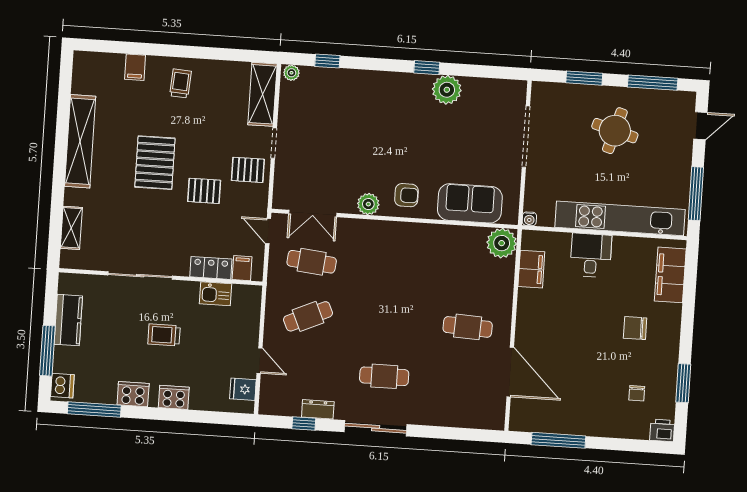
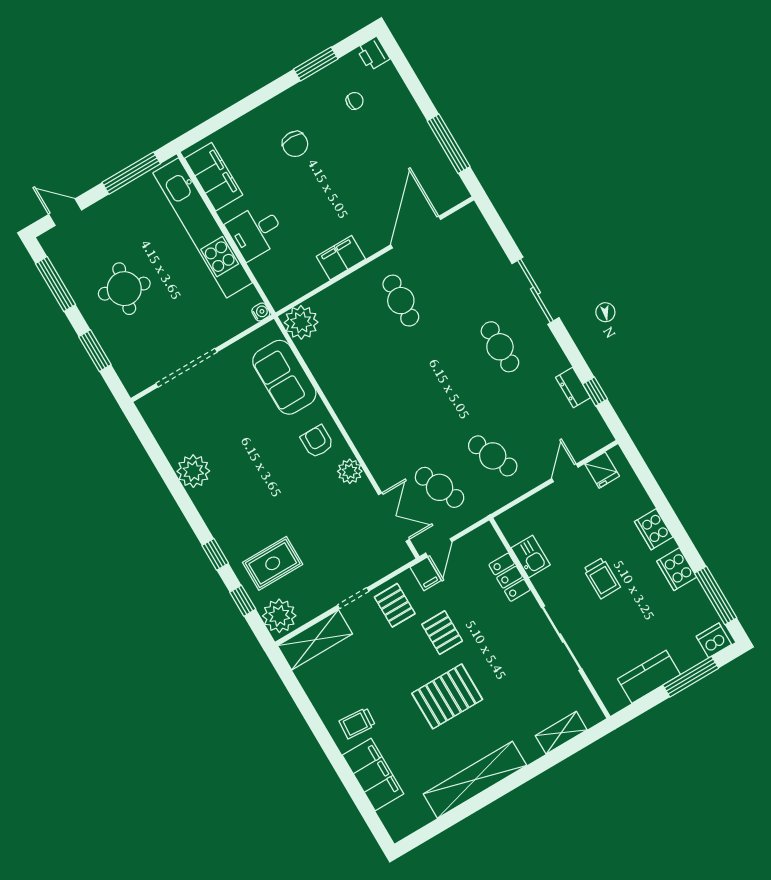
filing cabinet: (135, 67) -> (373, 775), width x3.00, depth x1.17
window: (427, 68) -> (215, 554), moved
plant: (291, 73) -> (279, 616), width x1.88, depth x1.88
rug: (340, 102) -> (273, 563), added
cafe table: (312, 262) -> (440, 487), turned -30
filing cabinet: (242, 268) -> (426, 574), moved, turned -90
filing cabinet: (531, 269) -> (341, 258), moved
filing cabinet: (670, 275) -> (214, 177), moved, turned -90
sliding door: (376, 428) -> (535, 291), moved

